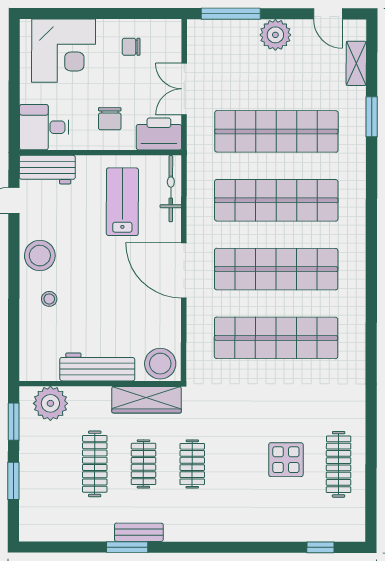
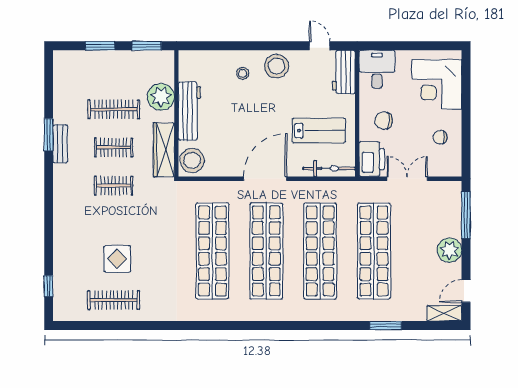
chair: (131, 47) -> (440, 137), turned -90
shelving: (356, 63) -> (444, 313), moved
plant: (50, 403) -> (161, 97), moved

